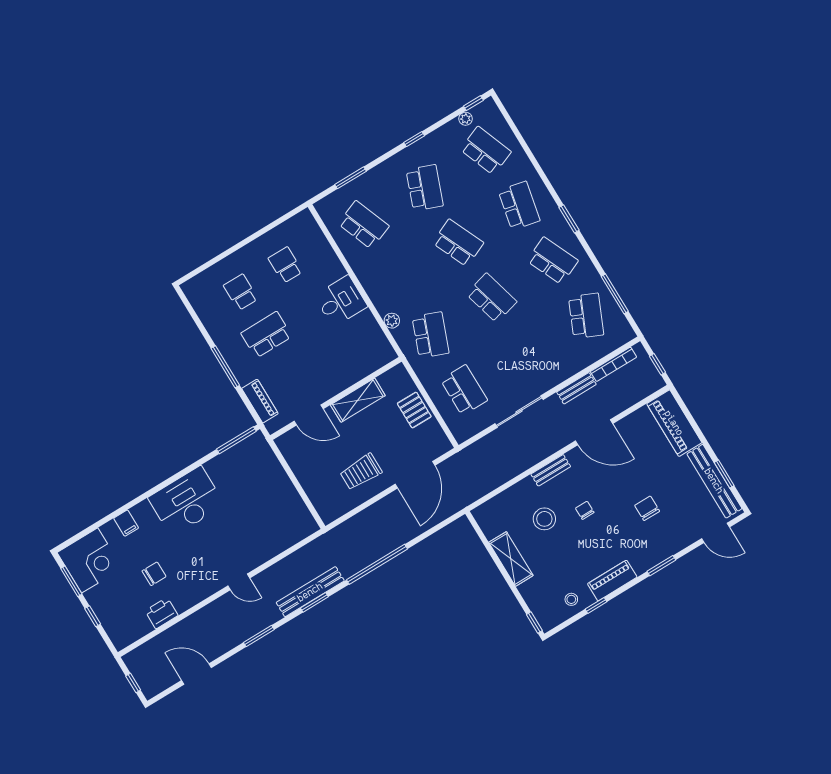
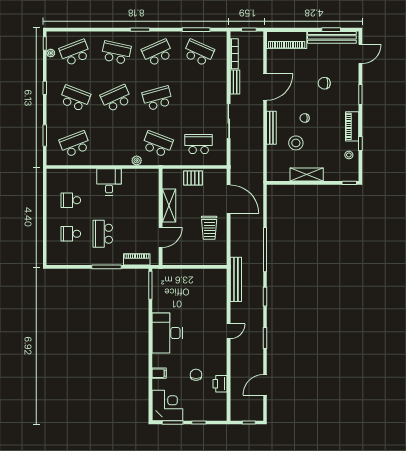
bench: (551, 470) -> (271, 128), width x1.36
bench: (310, 592) -> (236, 279), moved

